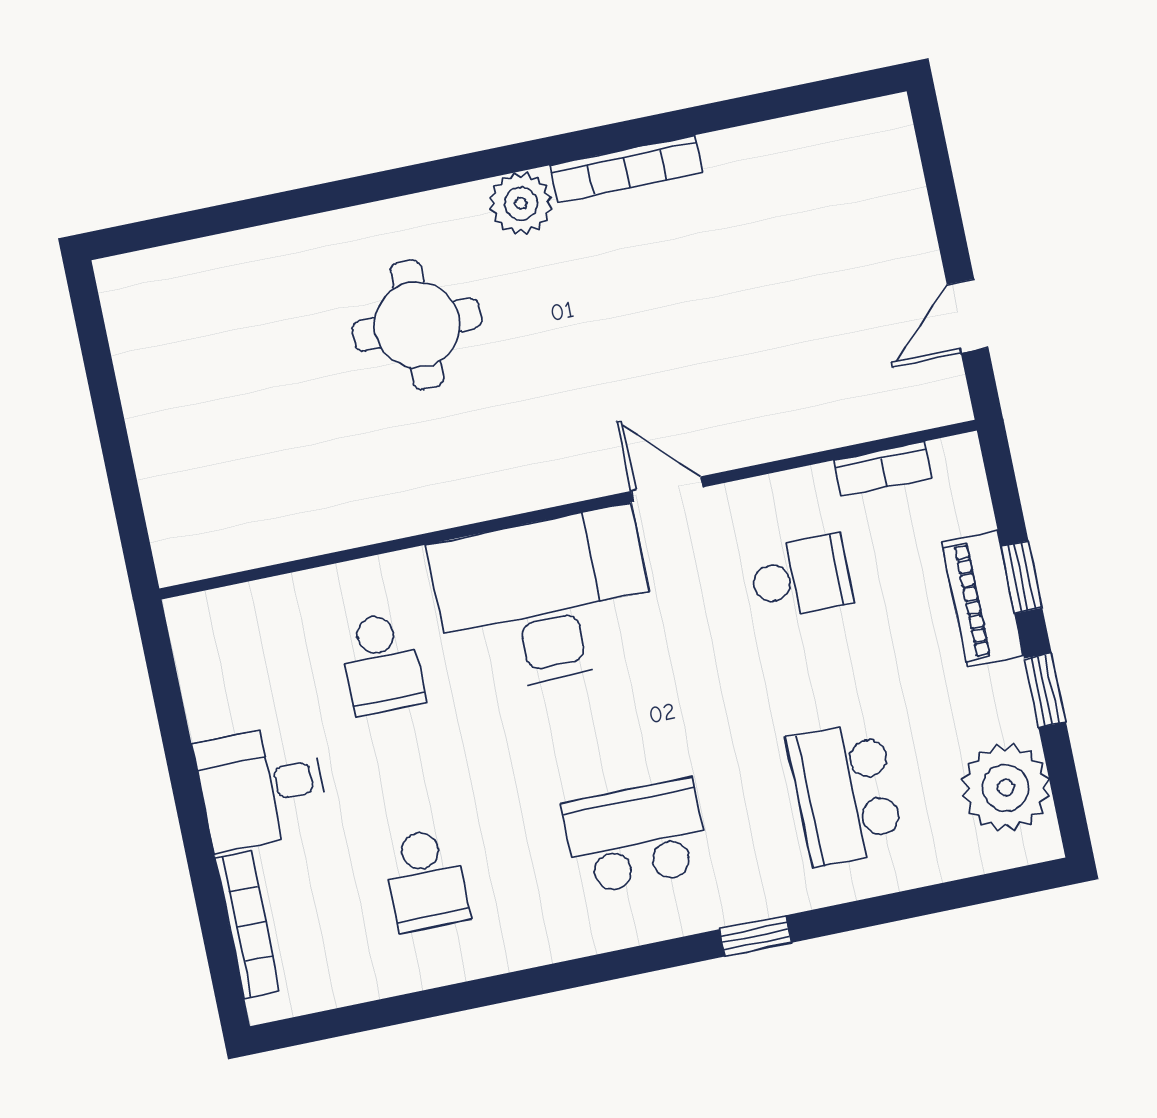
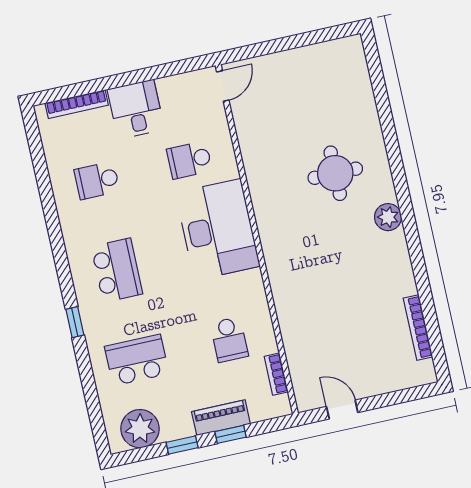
bookcase: (626, 169) -> (418, 327), moved
door: (667, 489) -> (223, 86), moved

